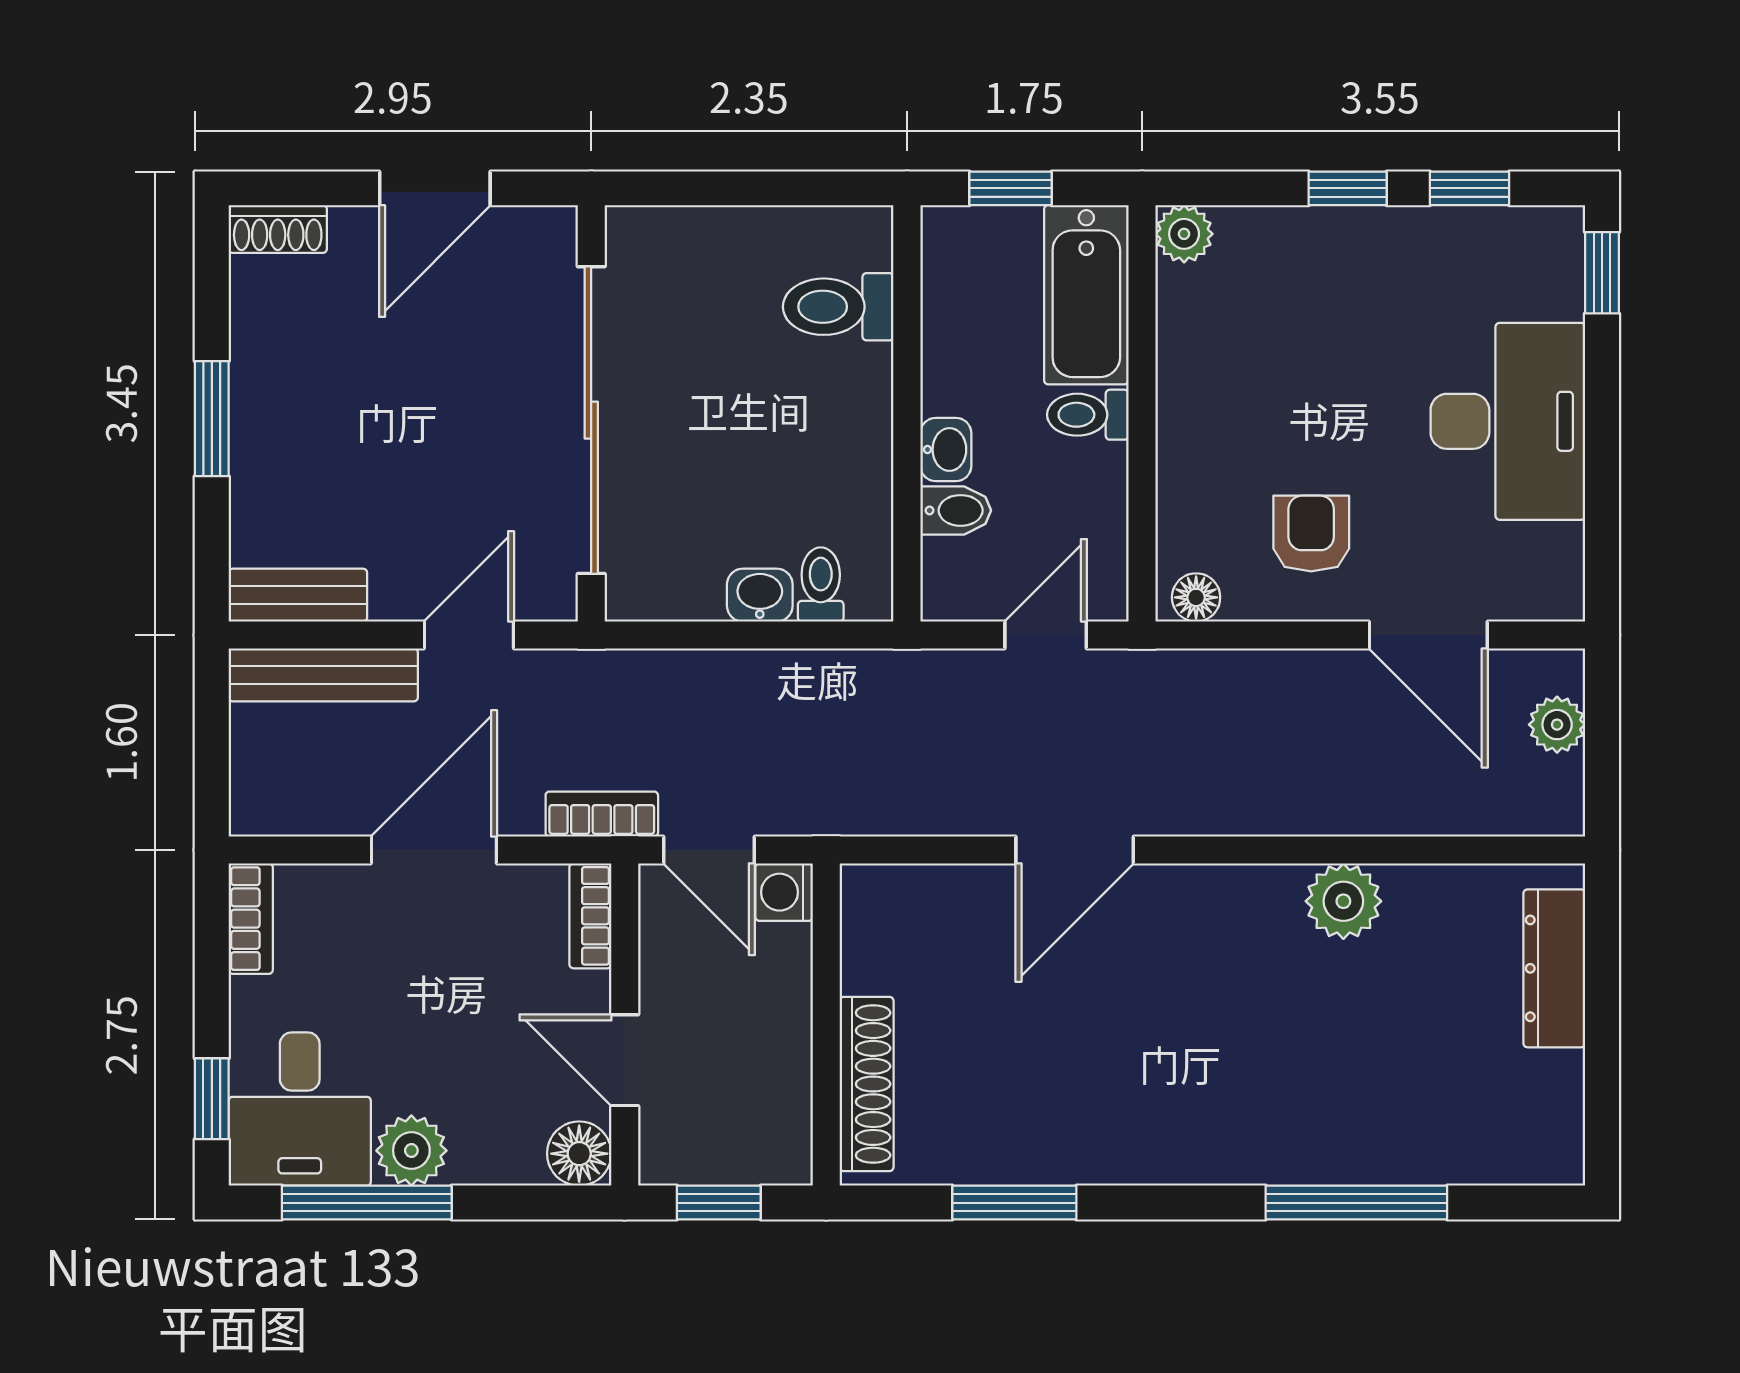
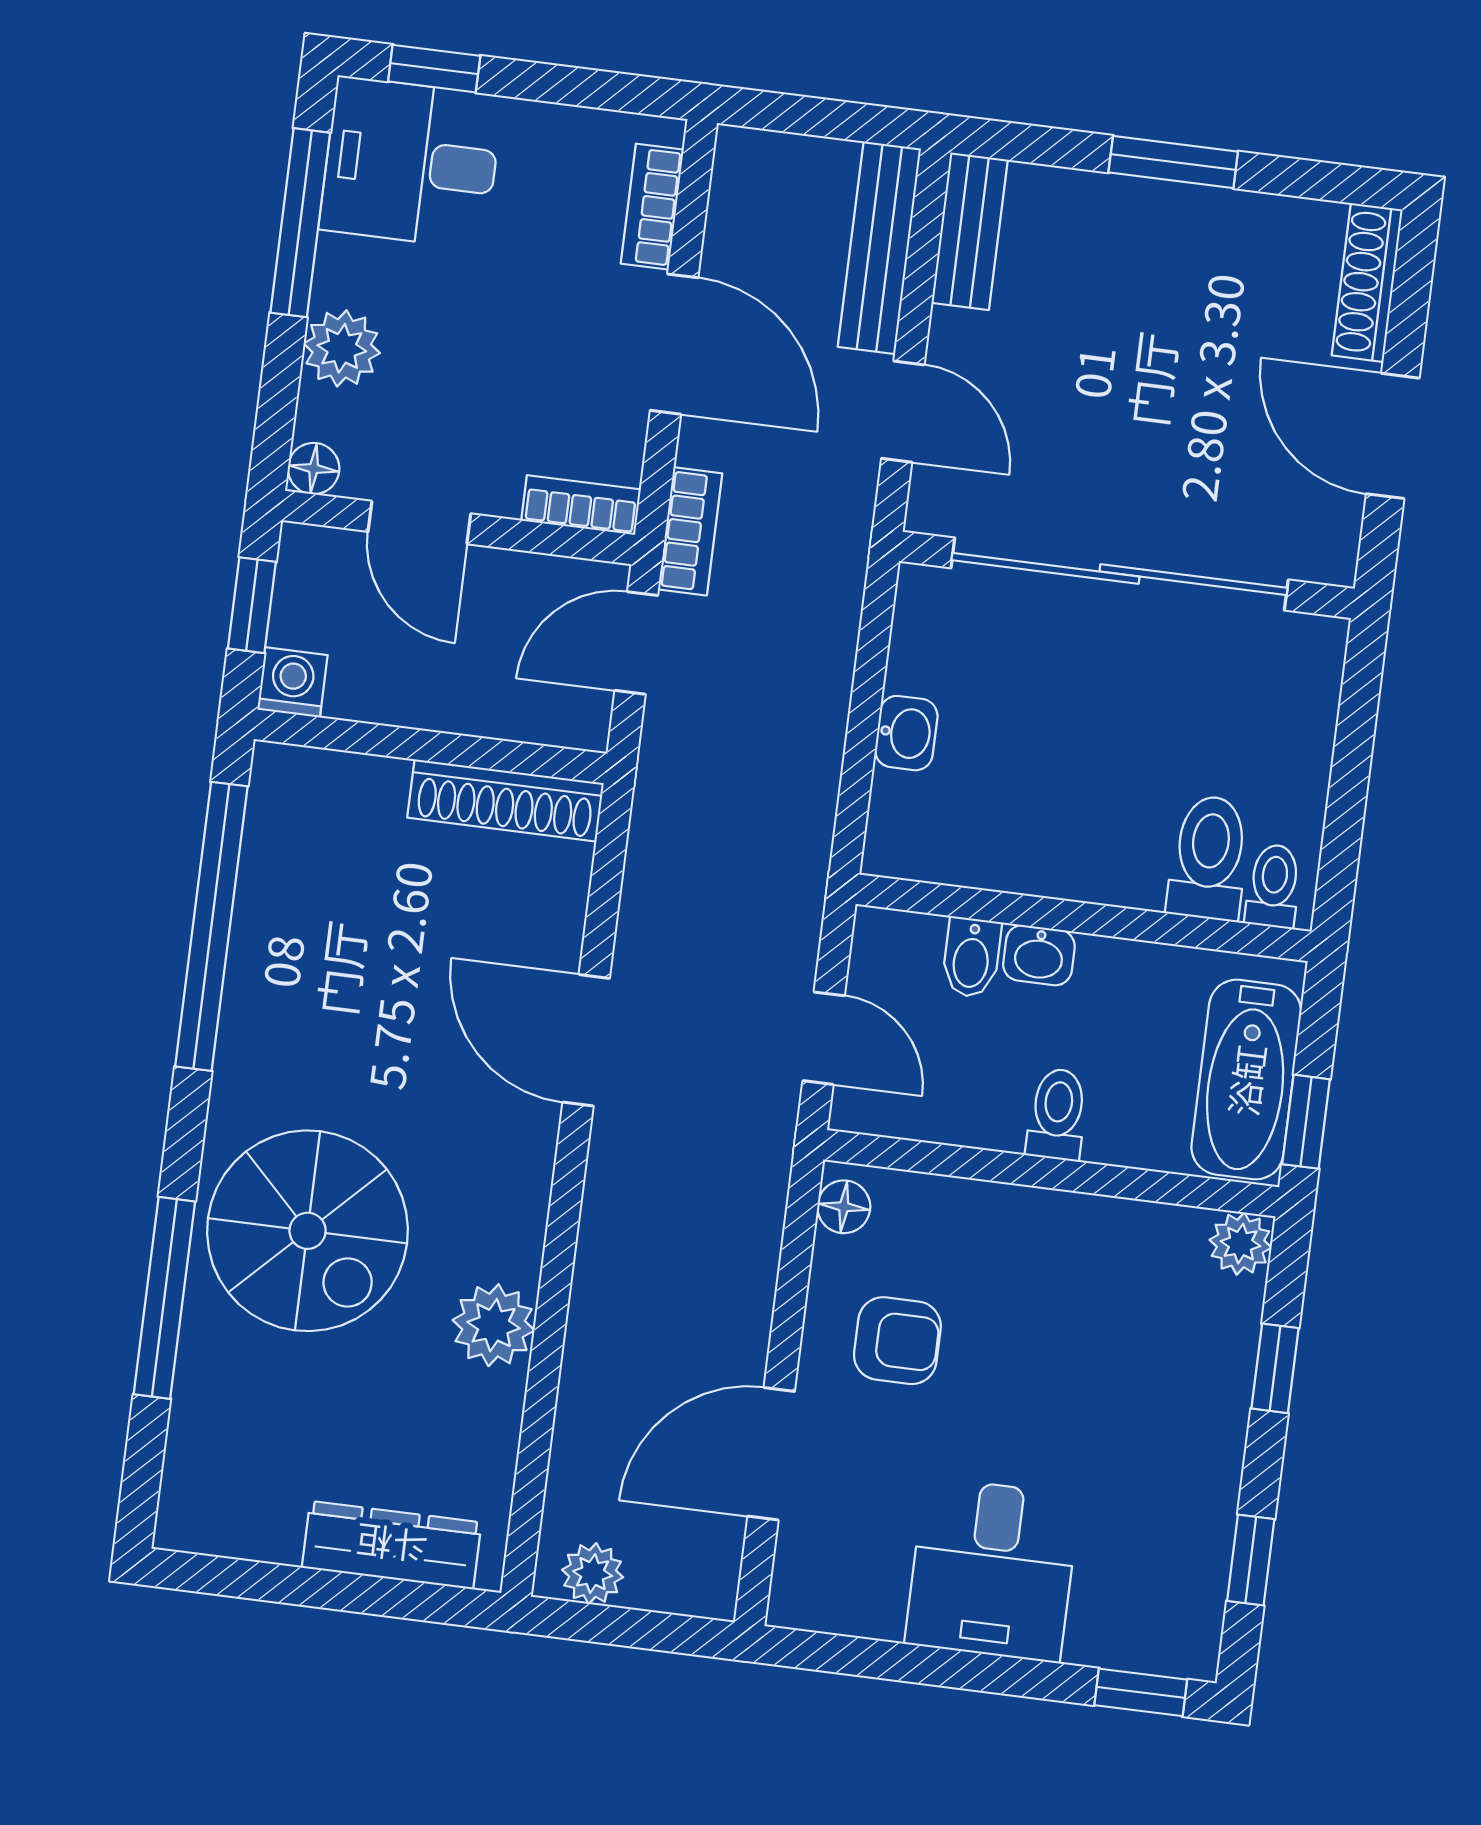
window: (1010, 188) -> (1306, 1122), moved
window: (1348, 188) -> (1275, 1368), moved
shoe rack: (278, 229) -> (1367, 282), width x1.43
bathtub: (1086, 295) -> (1246, 1080), moved, turned -90
desk: (1508, 421) -> (992, 1570), width x0.73
toilet: (821, 584) -> (1273, 886), moved, turned -90
plant: (1557, 725) -> (593, 1573), moved
washing machine: (784, 892) -> (292, 682), moved
bookcase: (251, 919) -> (652, 207), moved, turned 90
door: (625, 1060) -> (419, 523), swing flipped
spiral stairs: (1279, 1081) -> (308, 1231), added
shoe rack: (867, 1084) -> (506, 800), moved
plant: (411, 1151) -> (342, 348), moved
floor lamp: (579, 1154) -> (314, 469), width x0.73, depth x0.73
window: (1014, 1203) -> (211, 926), width x2.11

